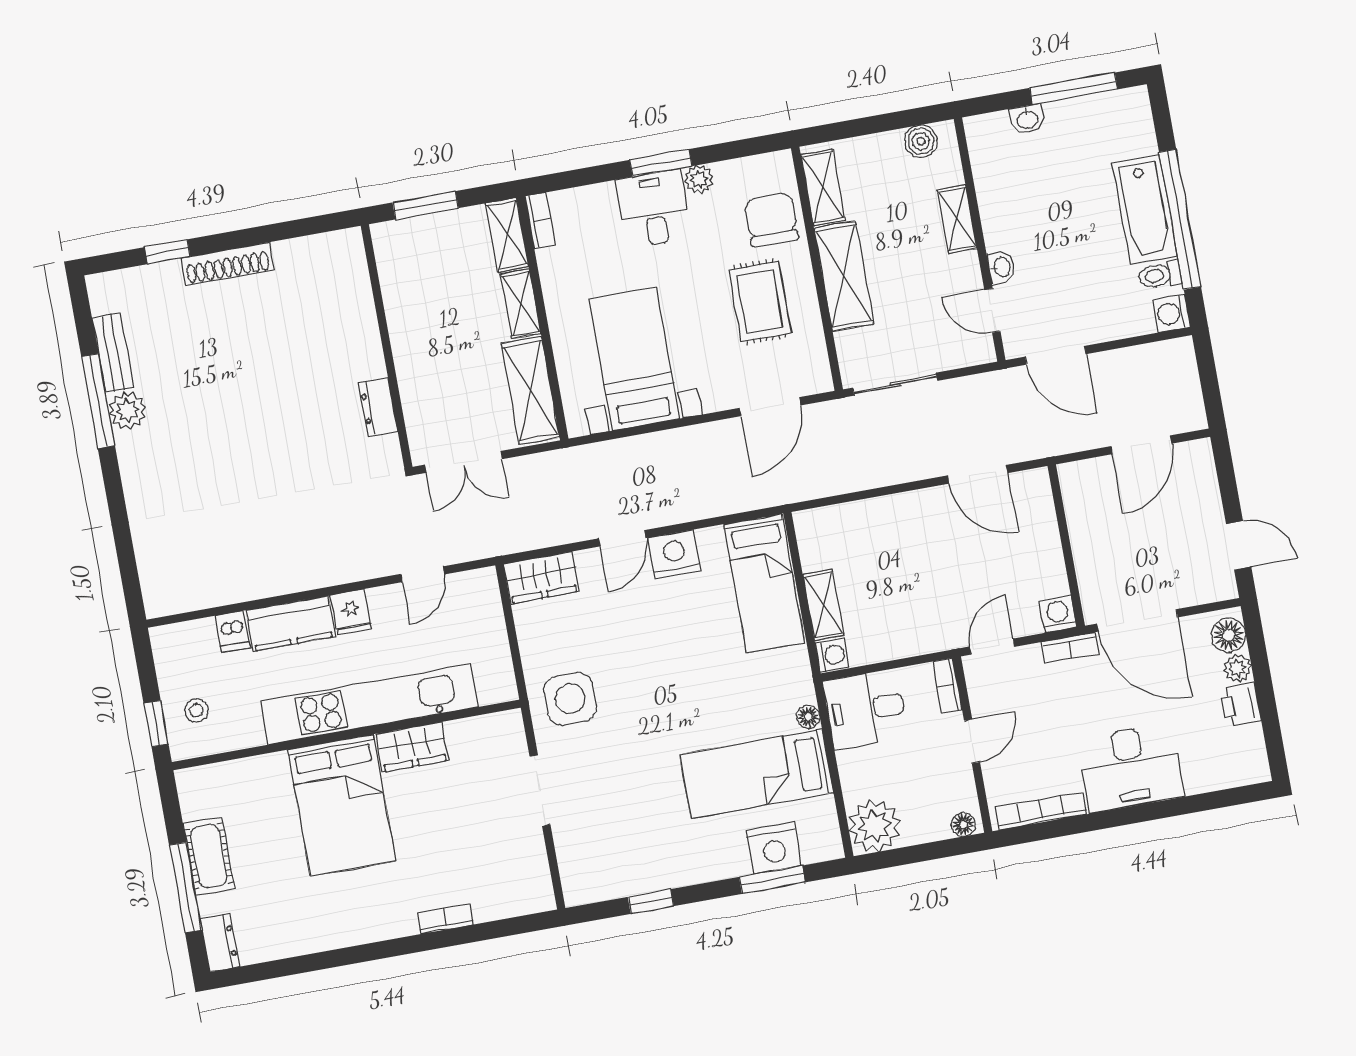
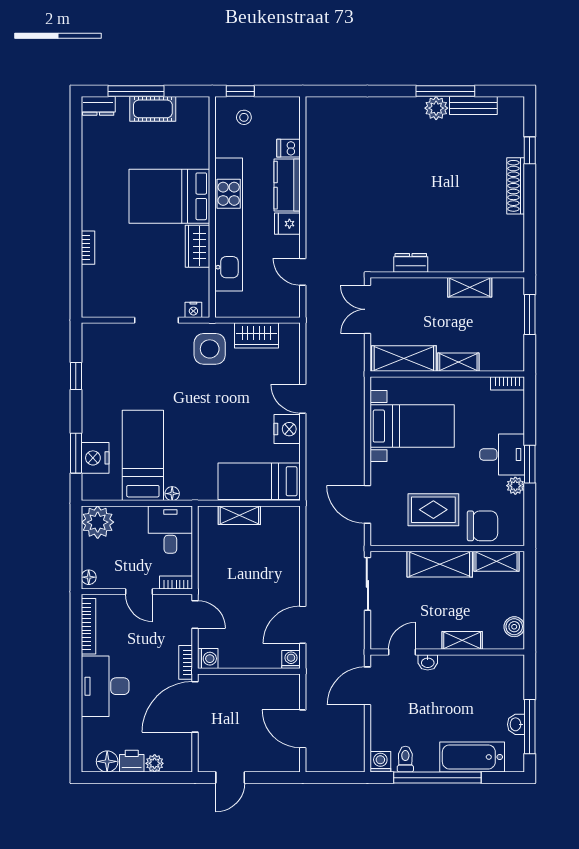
washbasin: (1027, 119) -> (516, 724), moved
bathtub: (1145, 210) -> (472, 757), moved
shelving: (507, 235) -> (470, 287), moved
wardrobe: (541, 578) -> (256, 335), moved, turned -90
floor lamp: (1229, 635) -> (107, 761), moved
washing machine: (832, 655) -> (291, 660), moved, turned 180
nightstand: (513, 735) -> (193, 310), added

